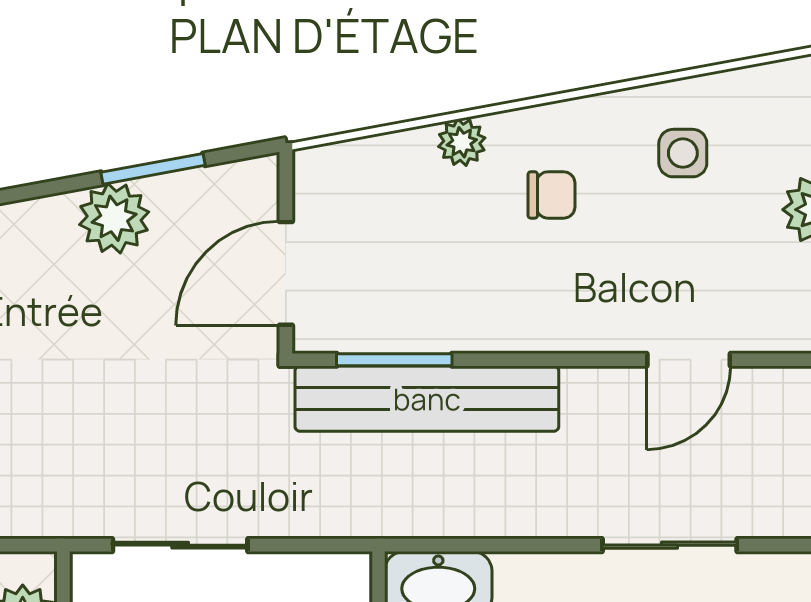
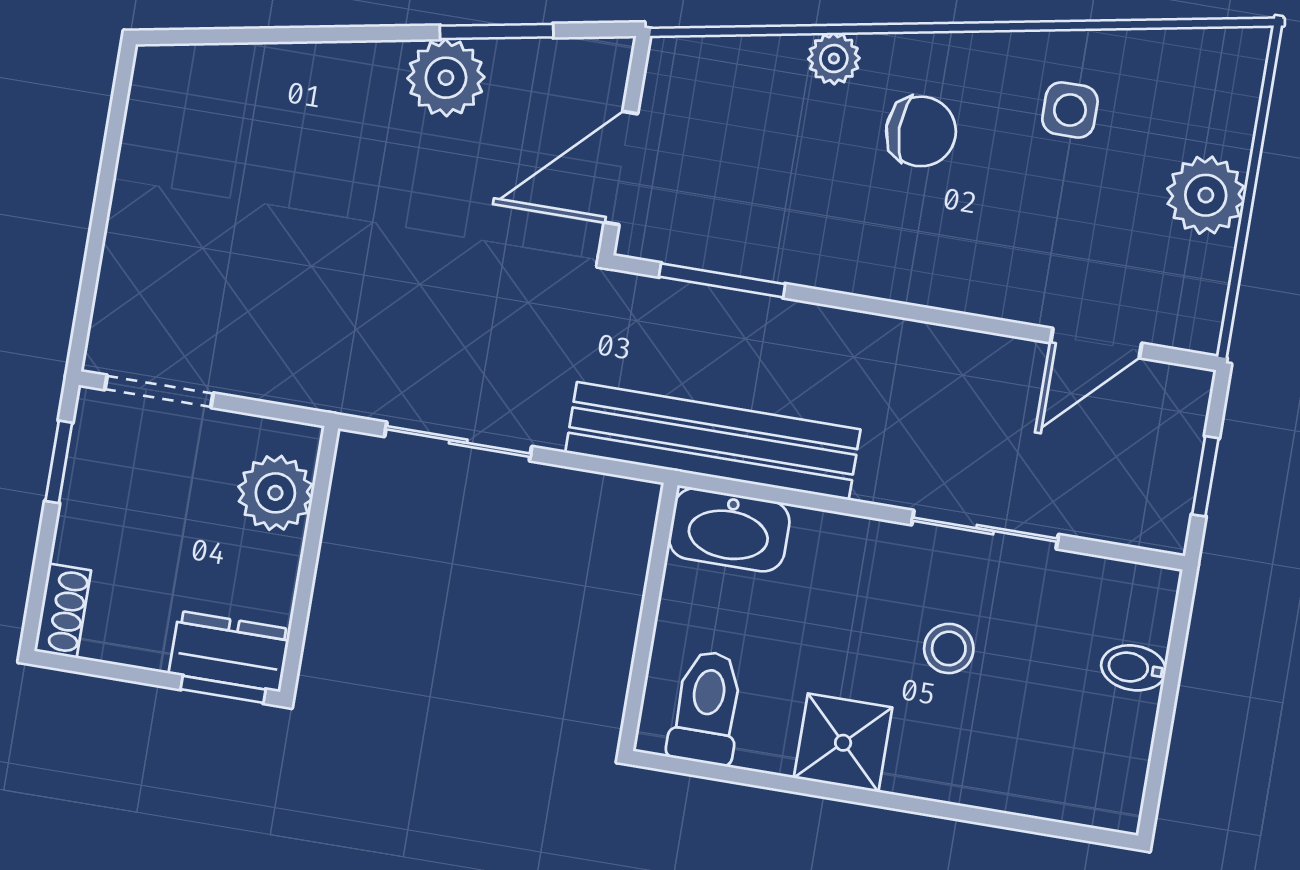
chair: (551, 195) -> (921, 131), width x1.37, depth x1.37
door: (689, 360) -> (1096, 343), moved
bench: (427, 399) -> (713, 441), moved

